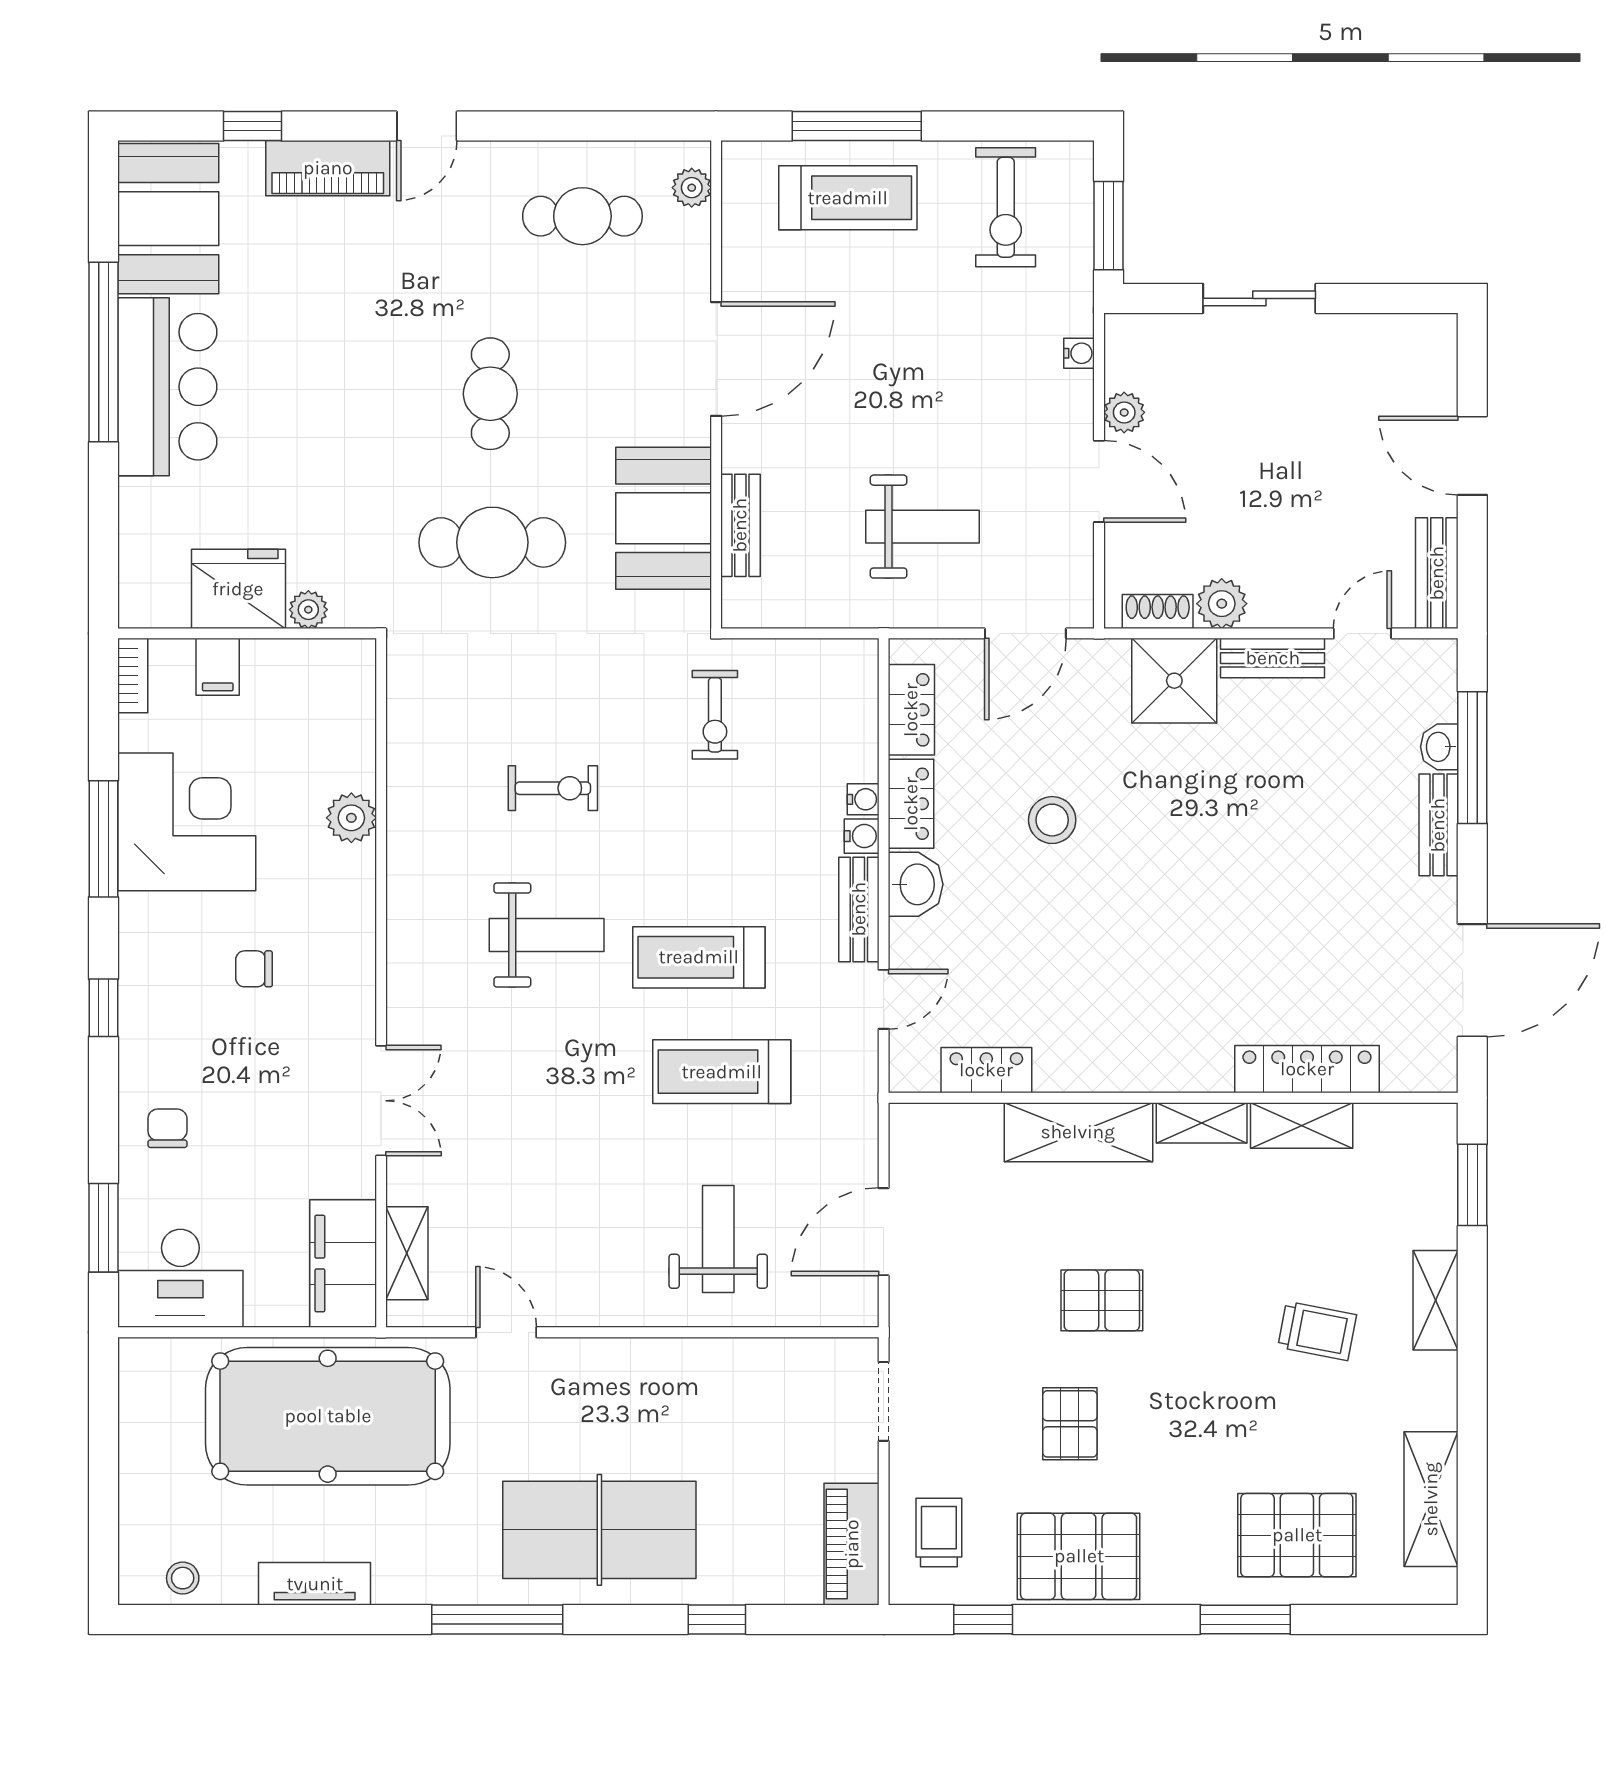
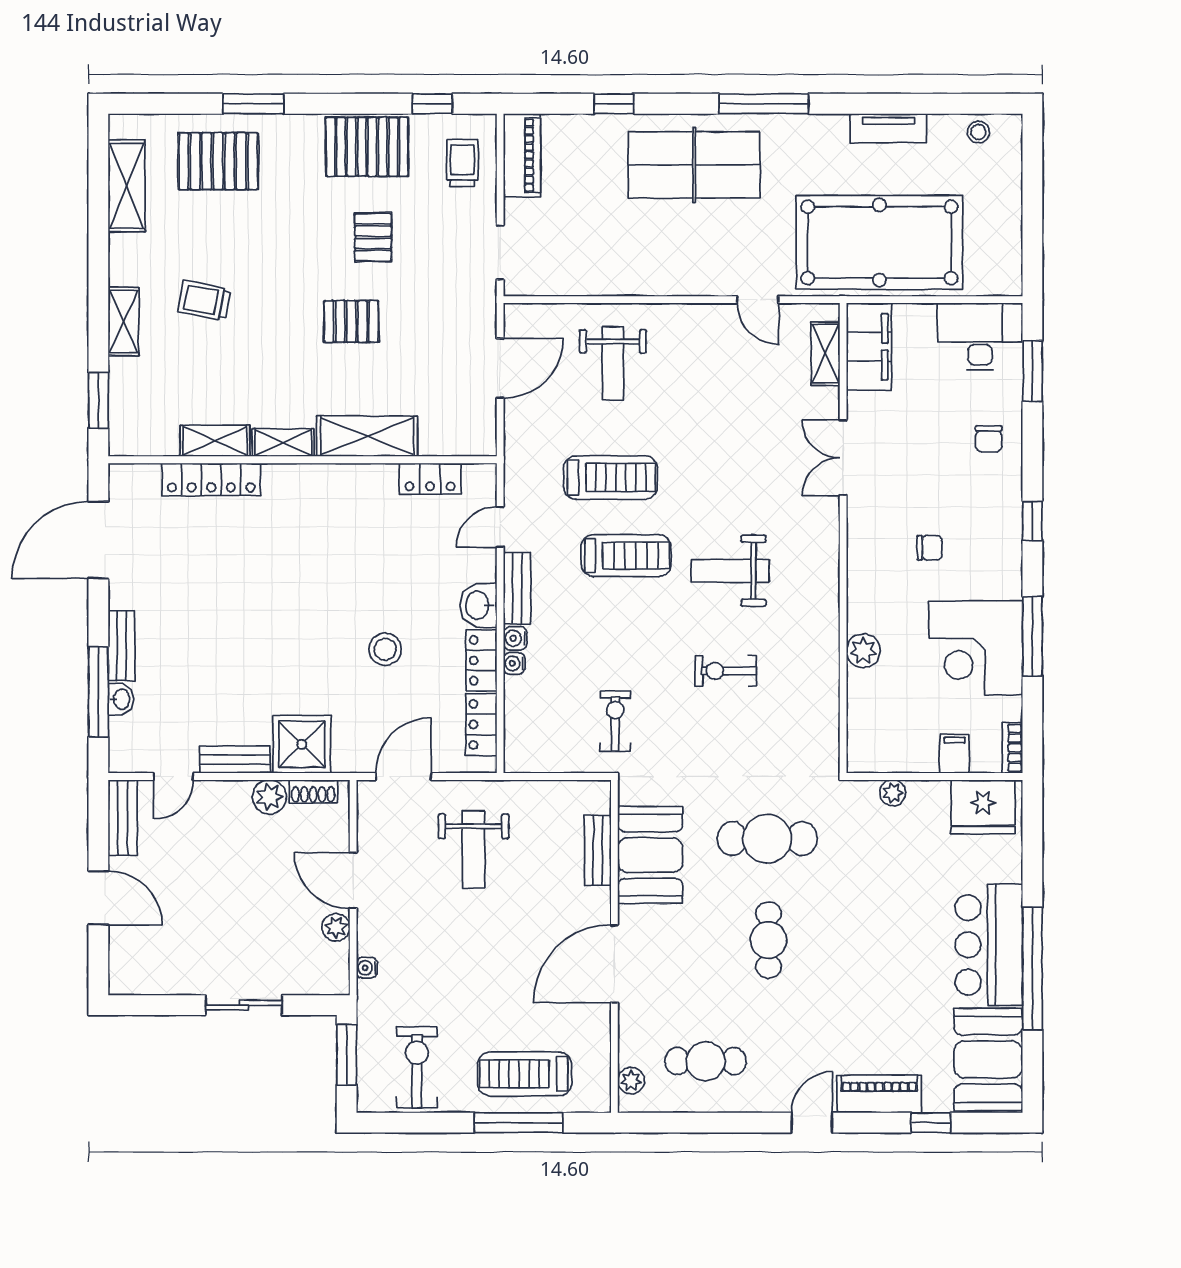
weight bench: (922, 527) -> (474, 849), turned -90
fridge: (238, 589) -> (983, 807), moved
trolley: (939, 1532) -> (462, 163), turned 180

